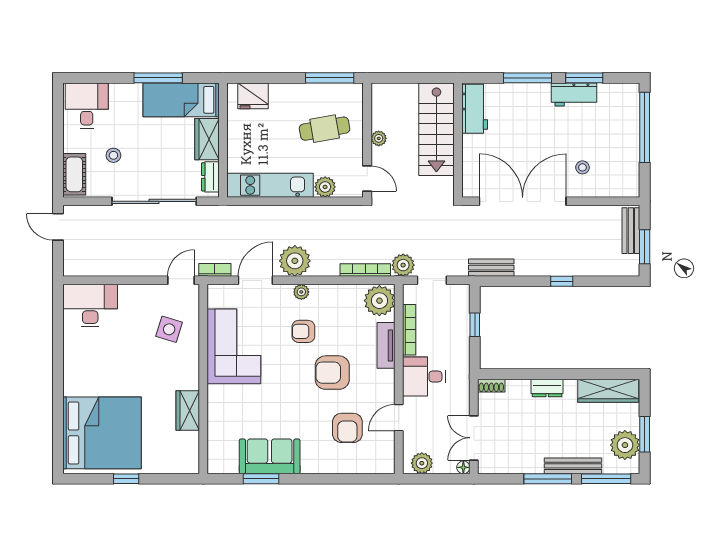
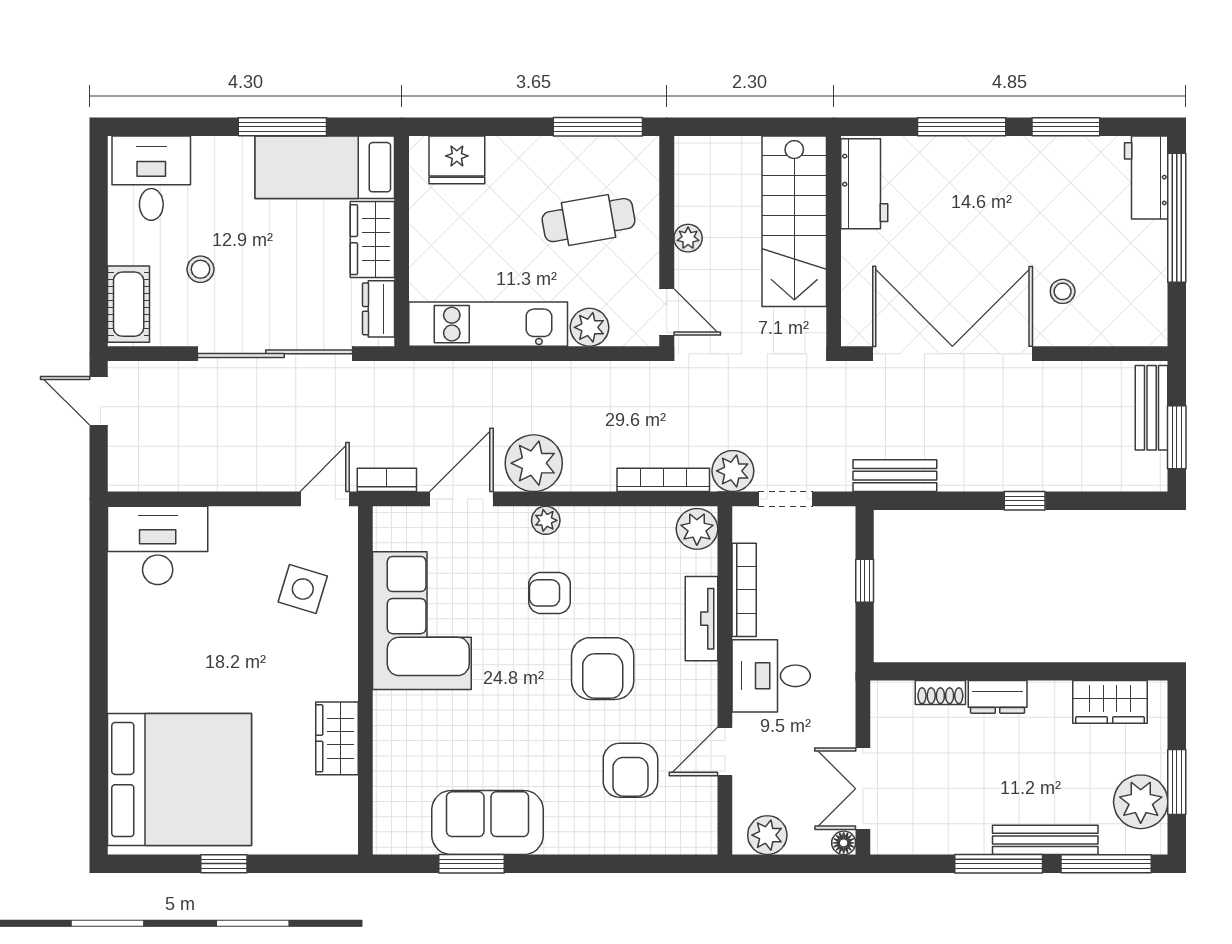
workbench: (574, 94) -> (1146, 178), moved, turned 90
plant: (379, 301) -> (697, 529), width x0.73, depth x0.73
armchair: (332, 373) -> (603, 669), turned -90
shoe rack: (491, 386) -> (940, 693), moved
wardrobe: (608, 391) -> (1110, 702), width x0.67

